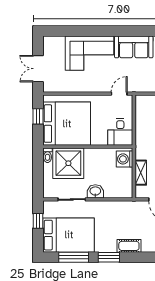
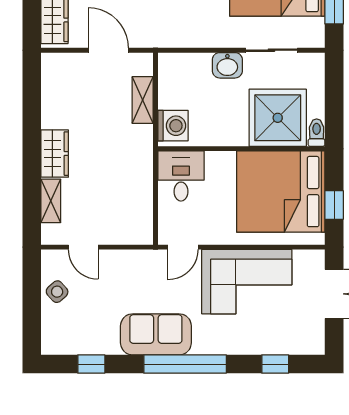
window: (70, 31) -> (275, 364), added
window: (118, 31) -> (185, 364), added
corner sofa: (90, 53) -> (247, 282), moved, turned 180

